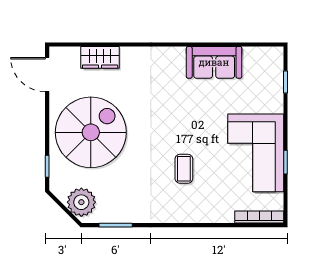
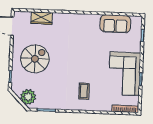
sofa: (214, 62) -> (115, 24), moved
spiral stairs: (91, 132) -> (35, 59), width x0.73, depth x0.73
coffee table: (184, 169) -> (84, 91), moved

